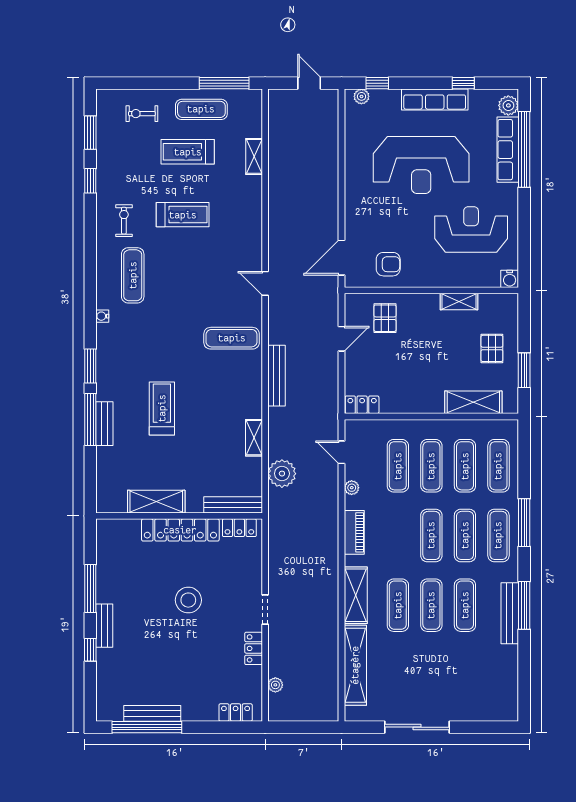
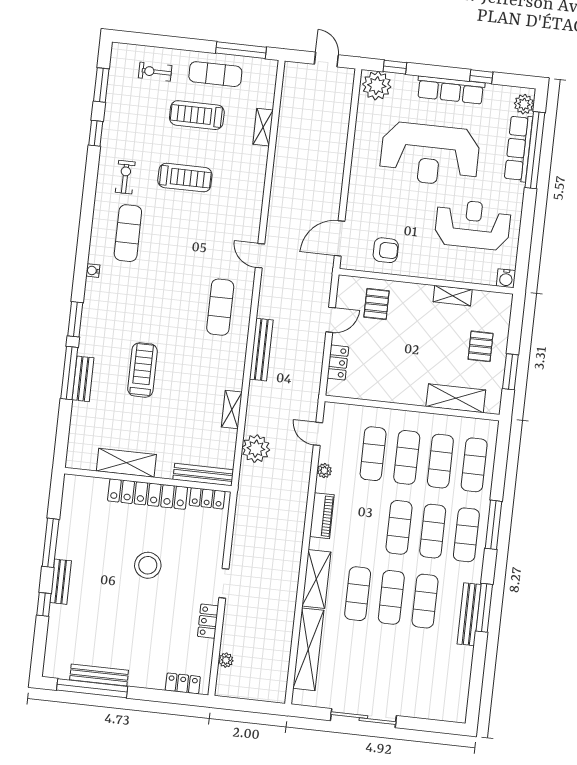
plant: (361, 96) -> (377, 86), width x1.88, depth x1.88
exercise mat: (232, 338) -> (220, 307), turned 90
locker: (362, 405) -> (338, 363), moved, turned 90

